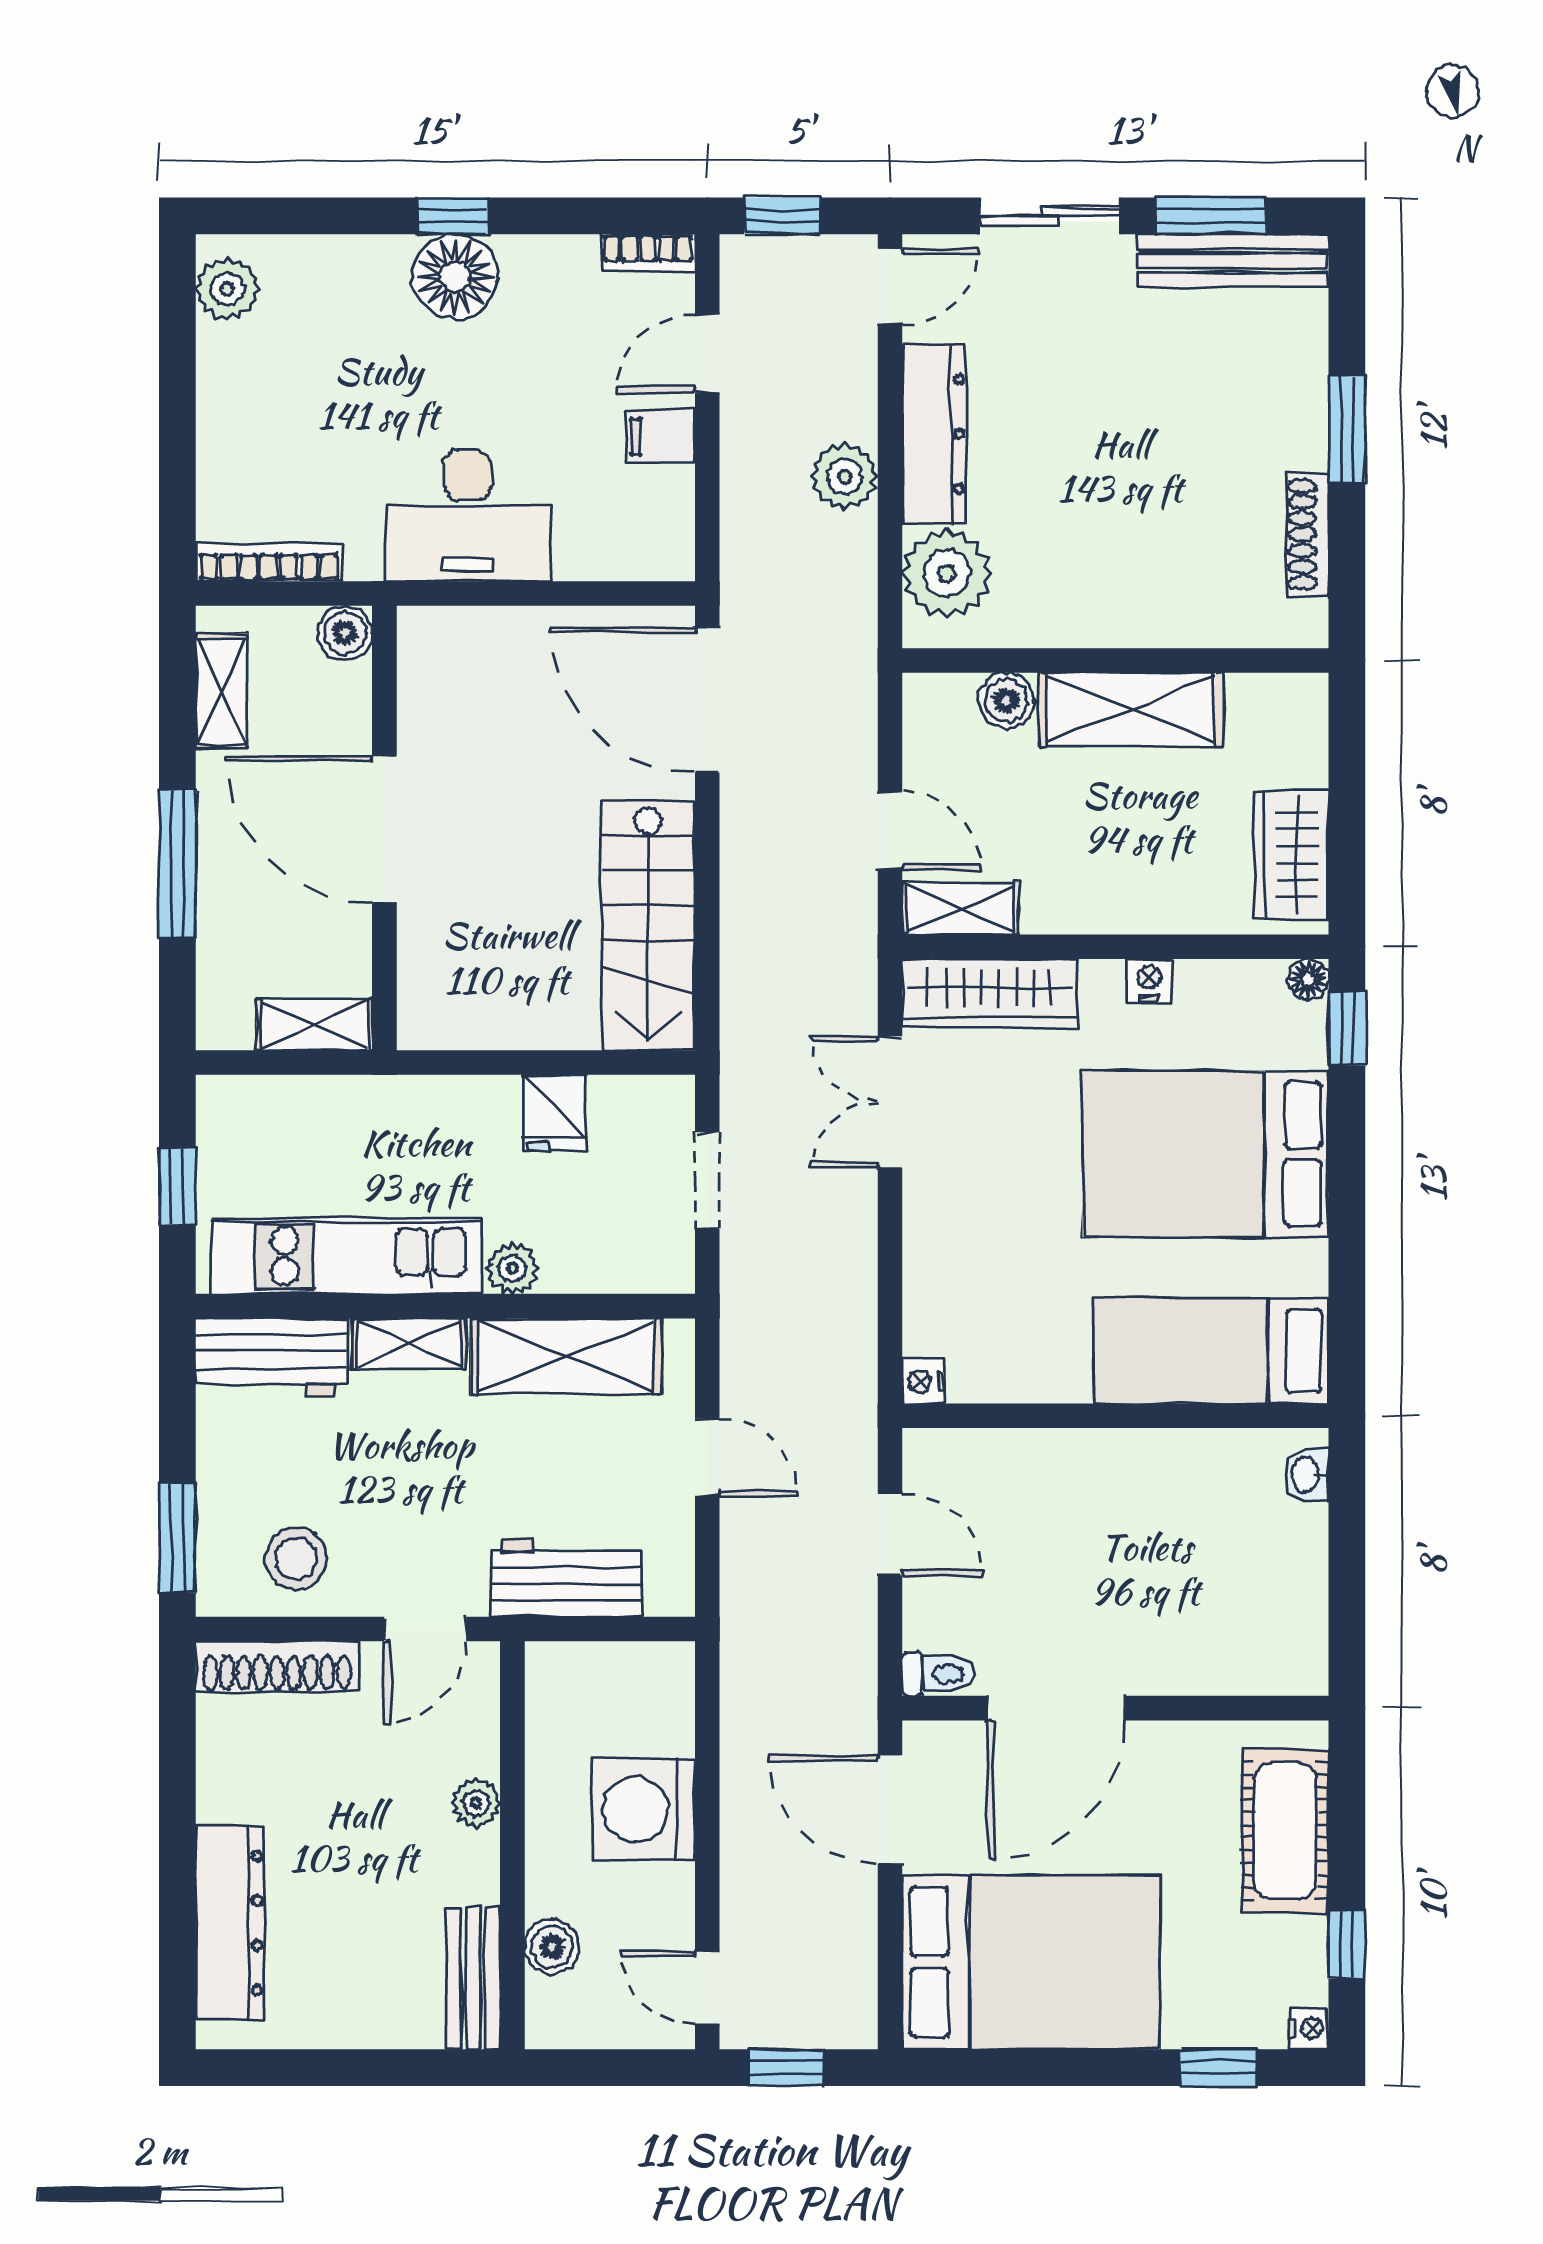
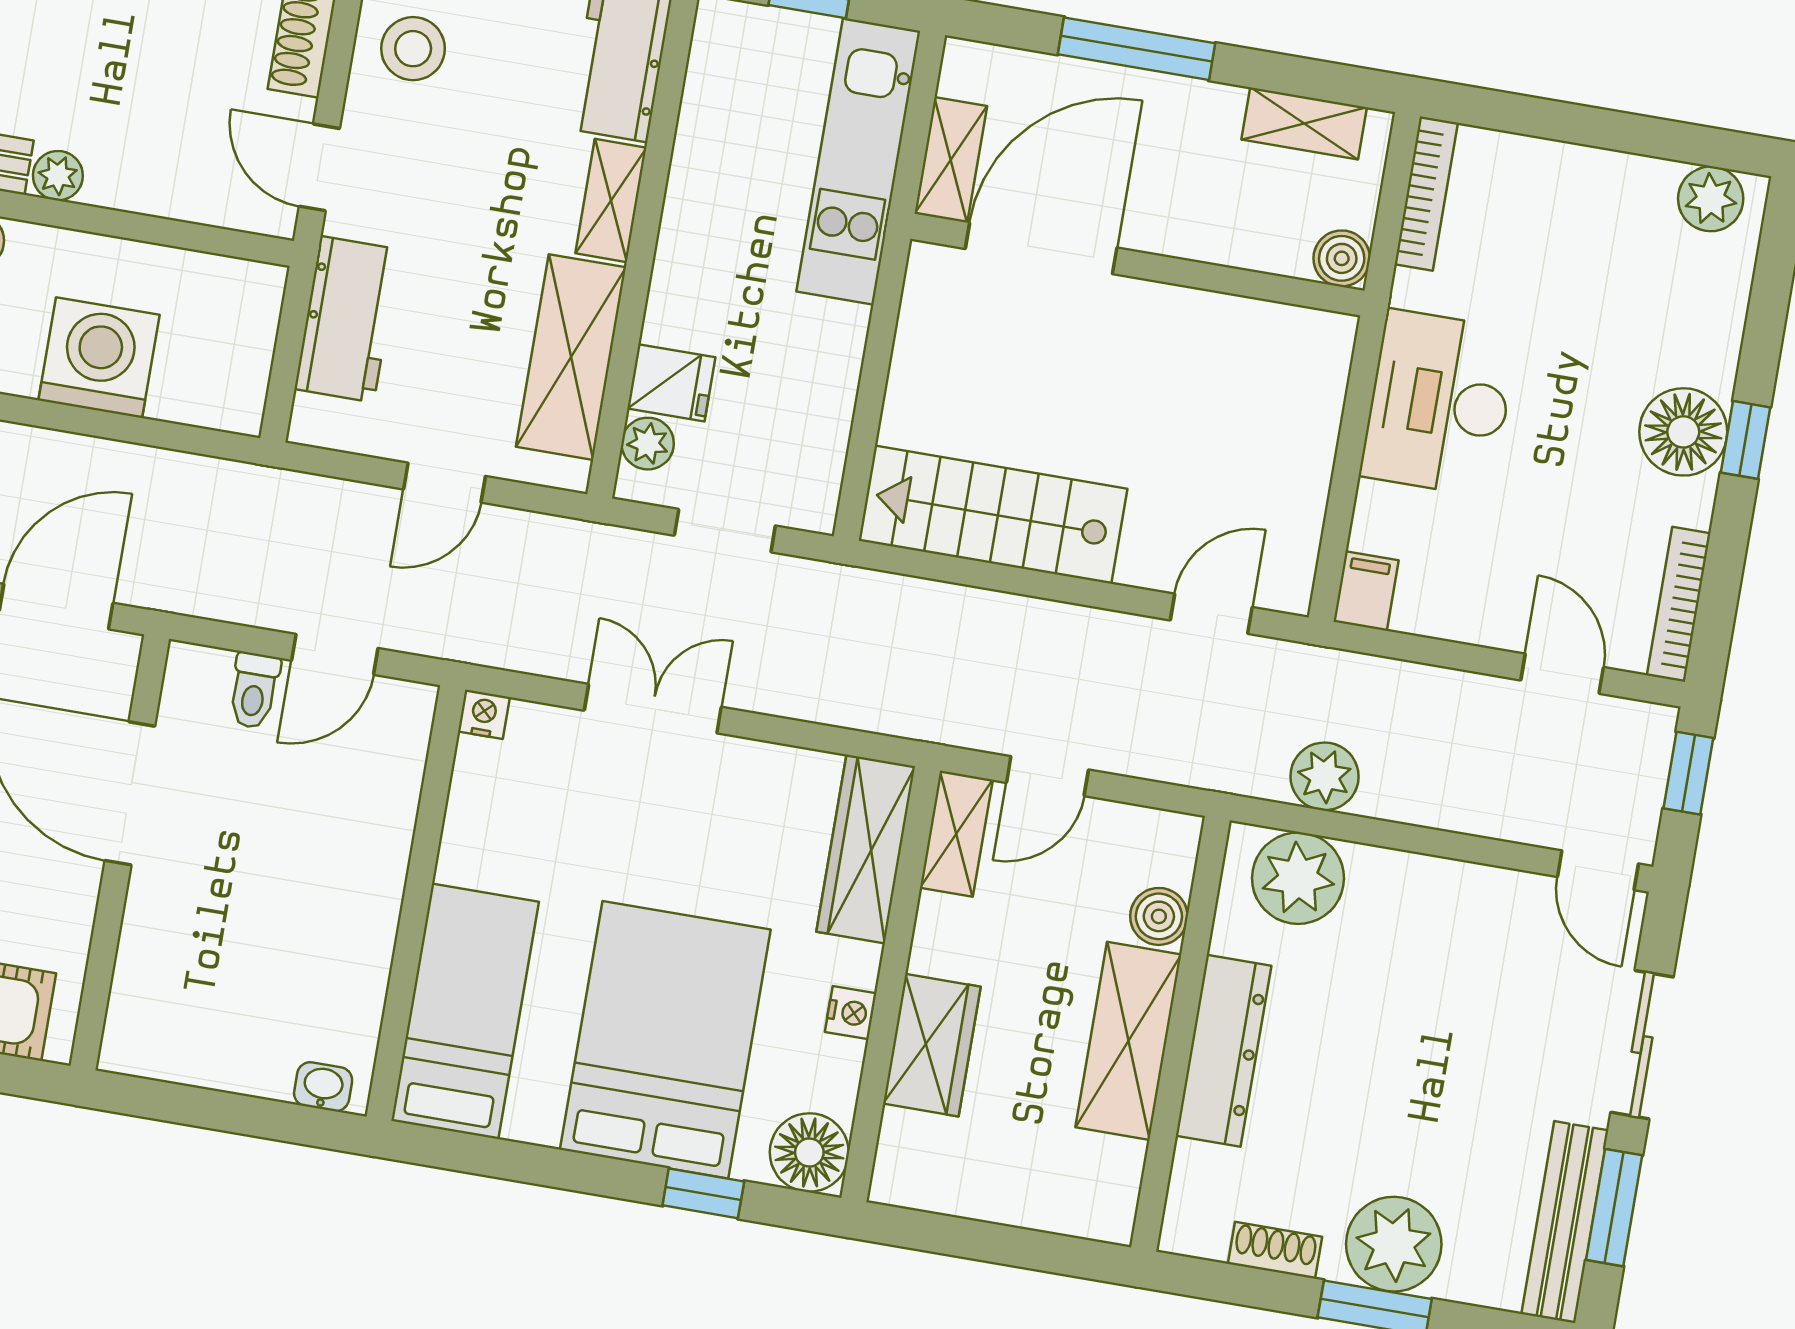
bookcase: (648, 253) -> (1679, 604), width x1.56
plant: (1282, 421) -> (1394, 1244), added
dresser: (934, 434) -> (1224, 1051), moved, turned -90
filing cabinet: (660, 436) -> (1366, 591), moved
plant: (845, 477) -> (1325, 776), moved
shoe rack: (1308, 534) -> (1275, 1250), width x0.70
door: (707, 700) -> (1211, 614), width x0.53
door: (384, 829) -> (1041, 248), moved
wardrobe: (1291, 854) -> (932, 1045), moved, turned 90
floor lamp: (1308, 979) -> (809, 1153), width x1.89, depth x1.89
window: (1347, 1028) -> (703, 1193), moved
double door: (890, 1102) -> (653, 709), moved
fridge: (555, 1113) -> (671, 383), moved, turned 180
kitchen unit: (347, 1256) -> (858, 161), moved, turned 180
plant: (512, 1269) -> (648, 444), moved
toilet: (938, 1674) -> (254, 690), moved
plant: (476, 1803) -> (58, 176), moved

